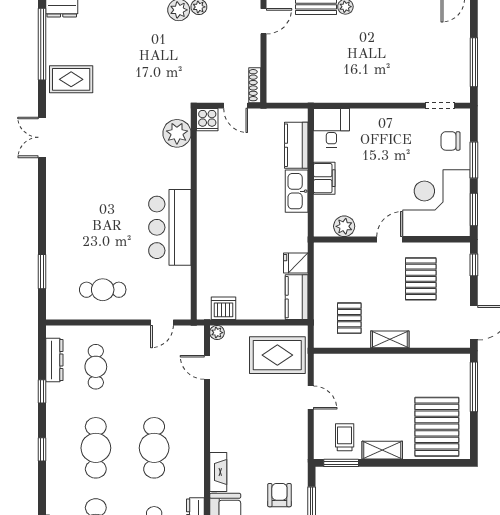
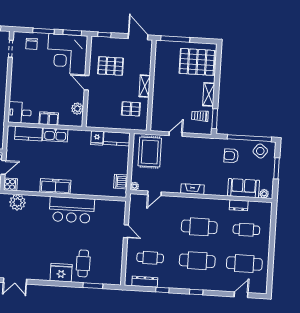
freezer: (209, 197) -> (55, 186), added
fridge: (61, 216) -> (61, 273), added
cafe table: (103, 290) -> (83, 263), moved
door: (162, 322) -> (126, 231), moved
fireplace: (218, 472) -> (192, 189), moved

